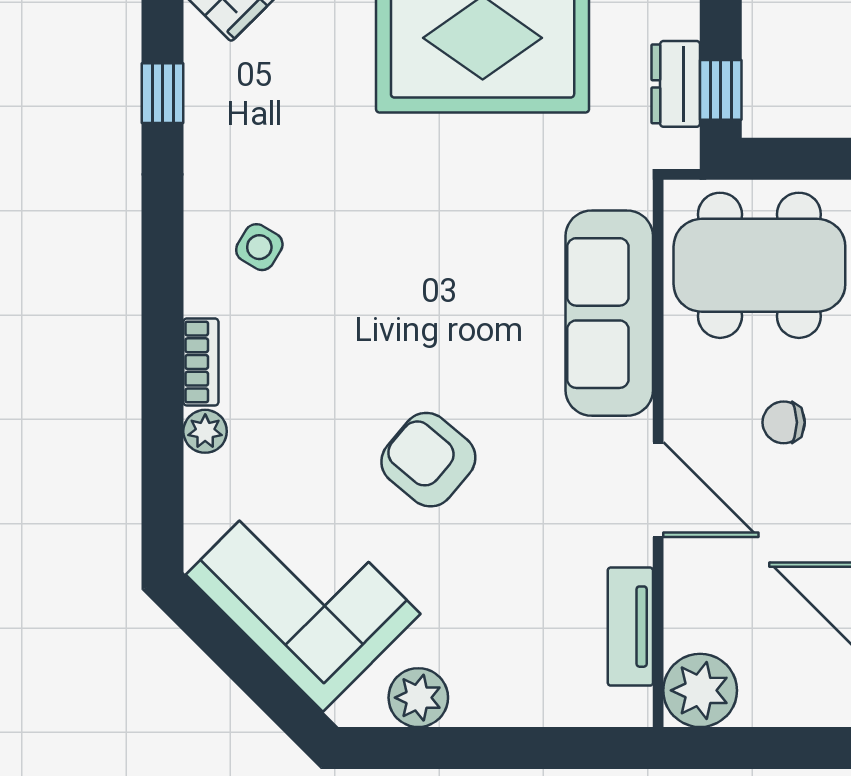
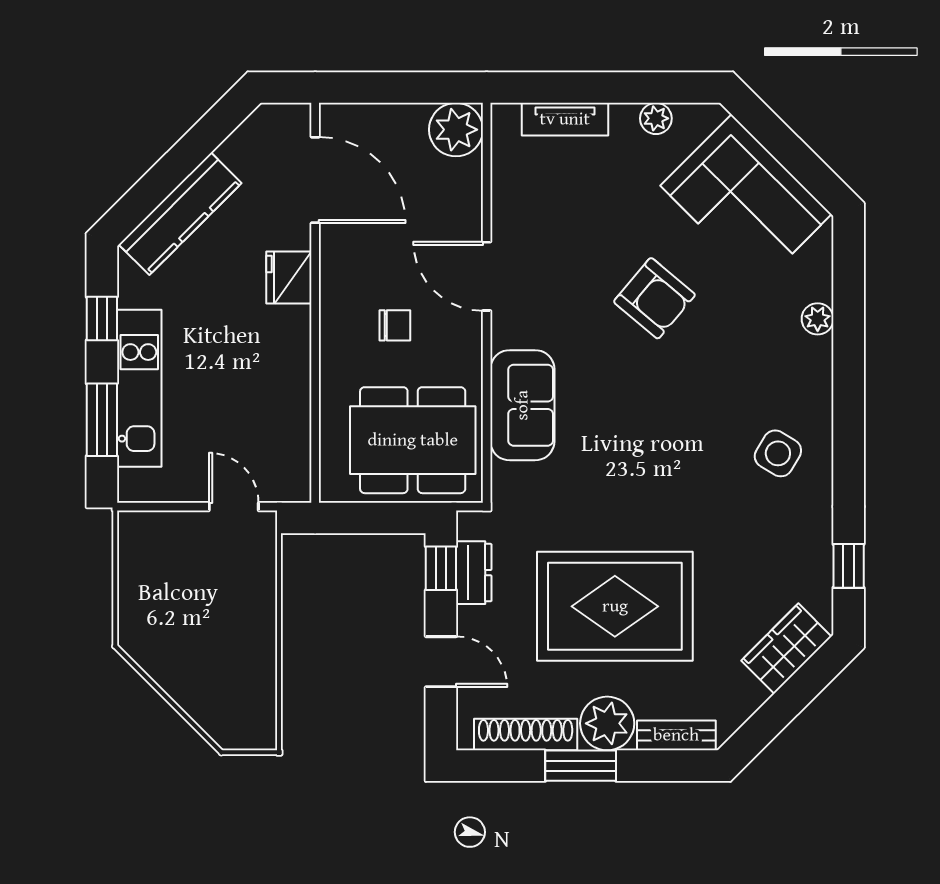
side table: (259, 247) -> (778, 453), width x1.37, depth x1.37
sofa: (609, 313) -> (522, 405), width x0.73
bookcase: (201, 362) -> (821, 370), removed
tv unit: (630, 627) -> (565, 119), moved, turned 90
plant: (418, 698) -> (656, 118), width x0.73, depth x0.73

